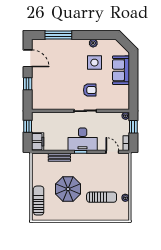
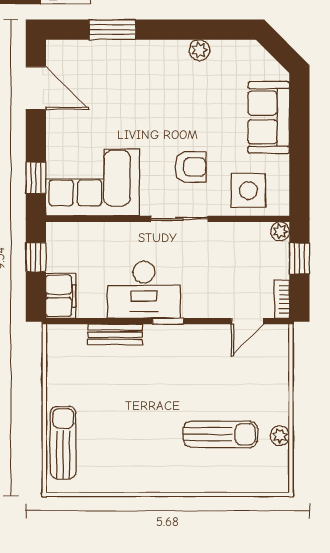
window: (58, 35) -> (112, 30), width x0.69
side table: (94, 63) -> (248, 190), moved
window: (28, 84) -> (36, 178), moved
corner sofa: (50, 96) -> (93, 182), added
desk: (83, 139) -> (144, 290), moved
door: (112, 152) -> (247, 321), swing flipped
parasol: (68, 189) -> (137, 414), removed

